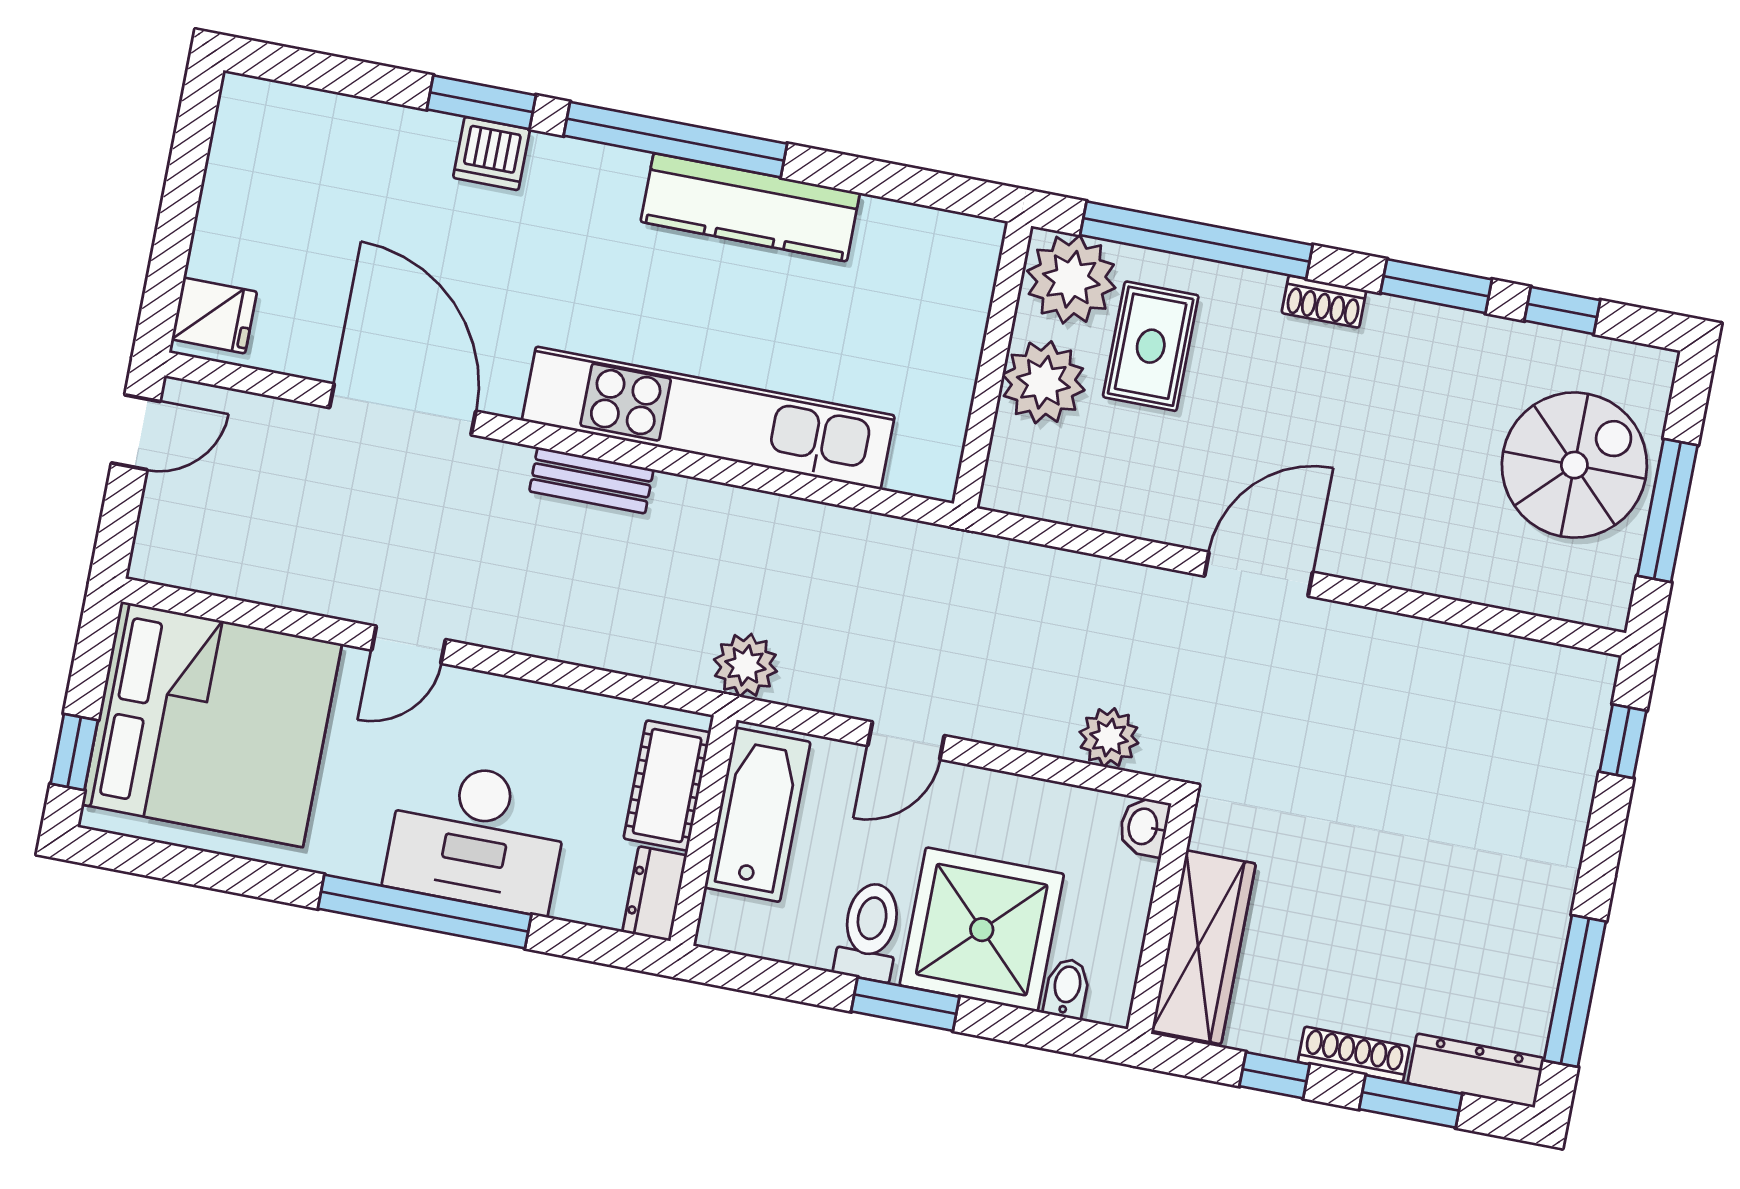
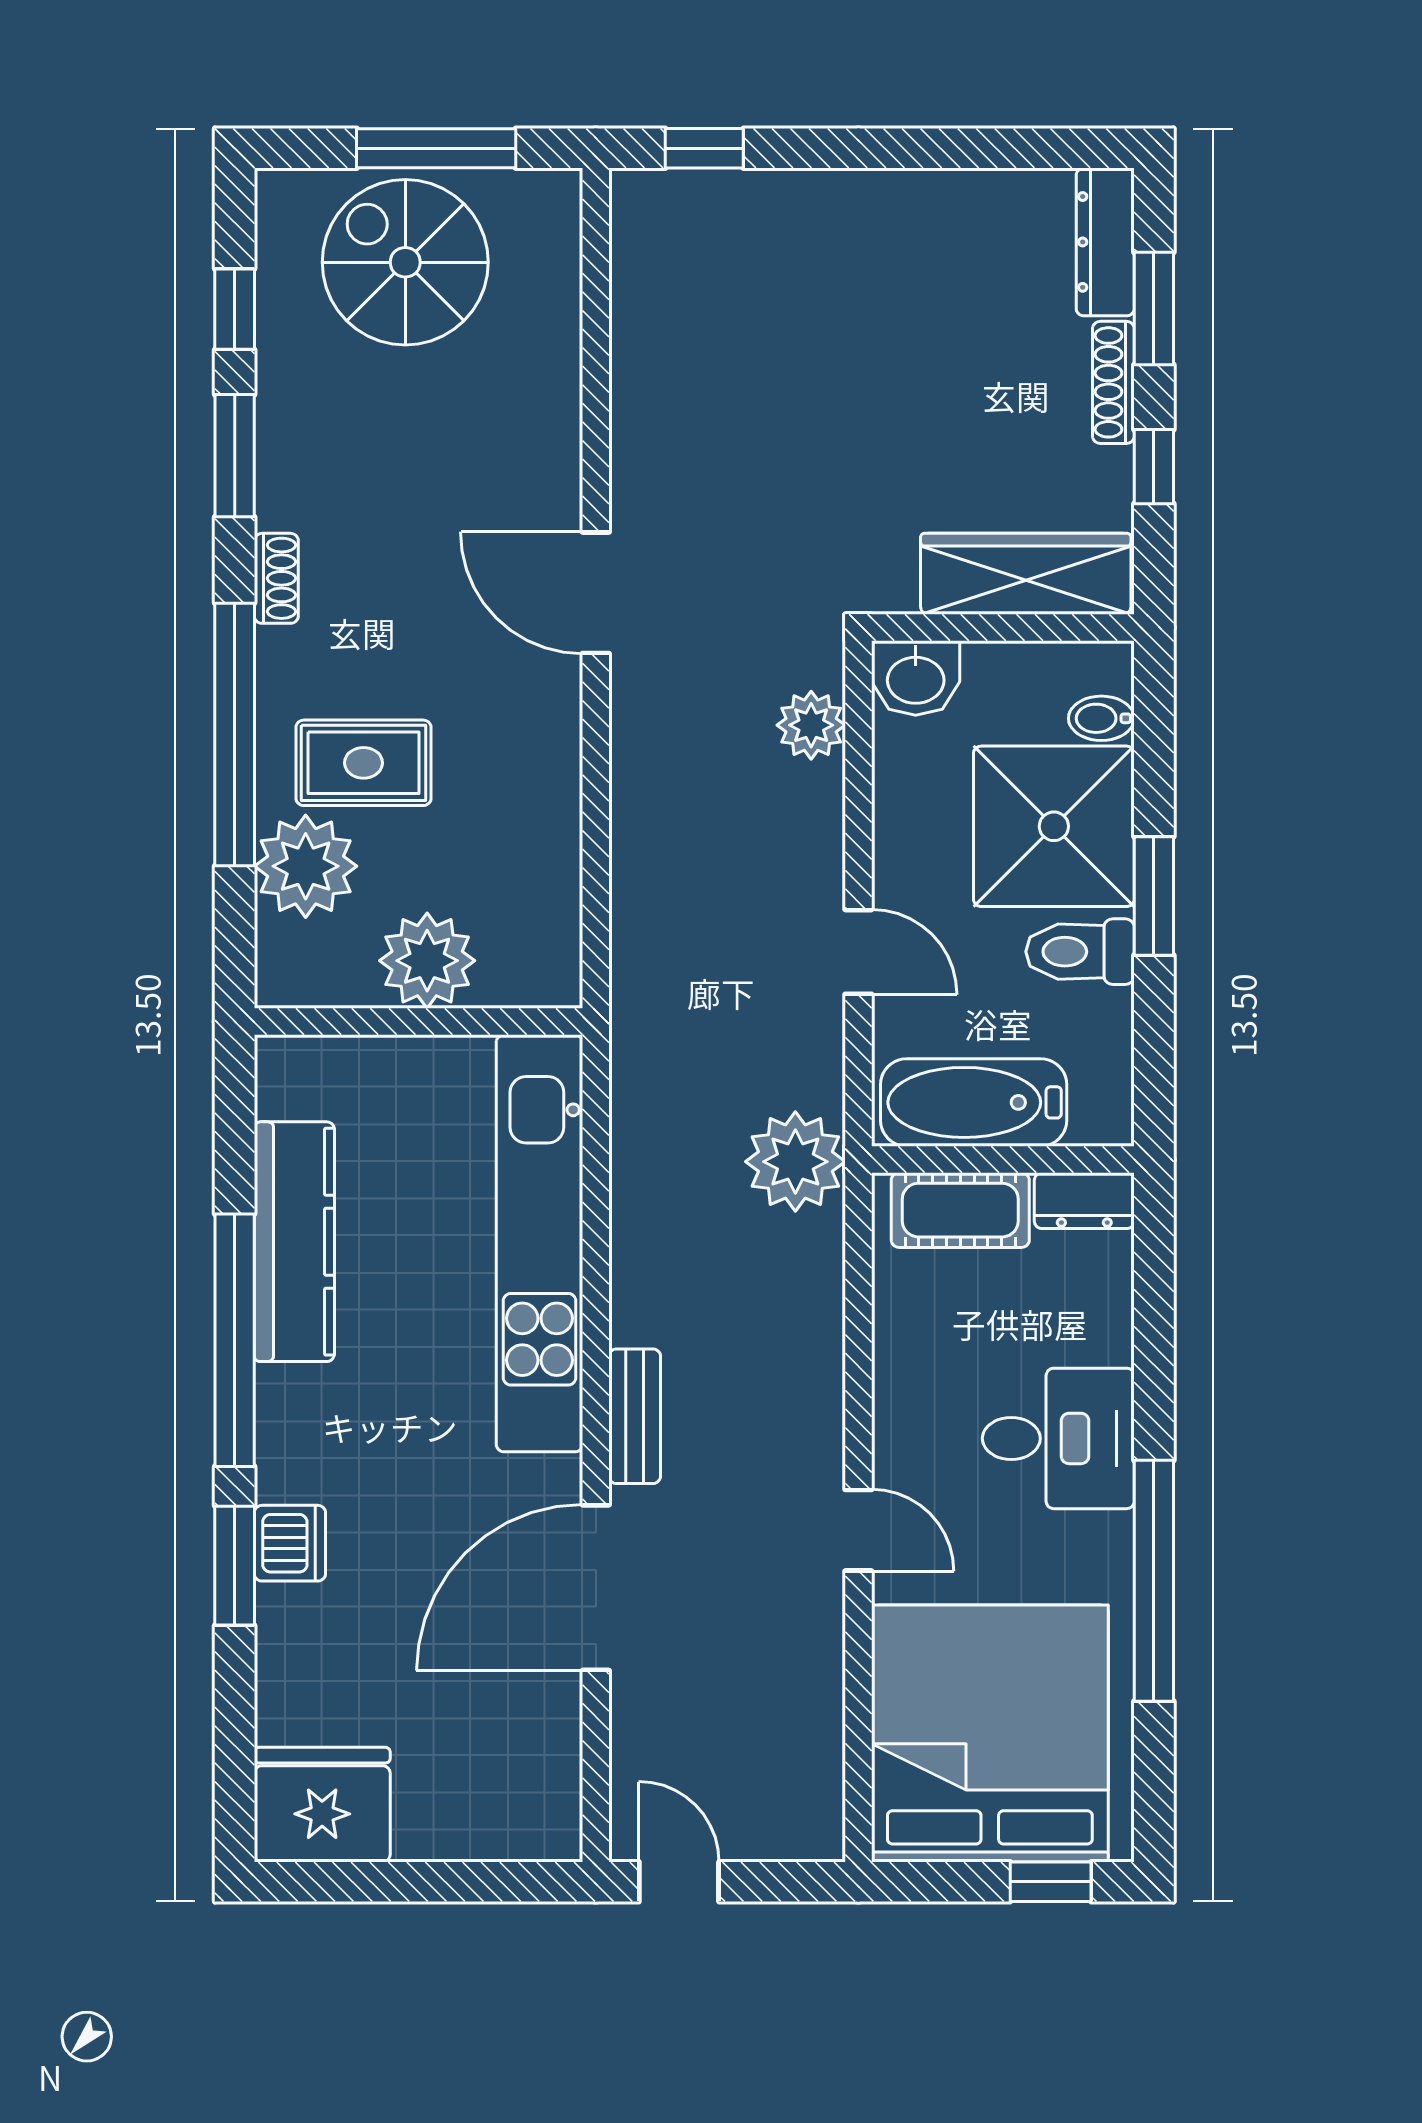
fridge: (214, 315) -> (322, 1805), moved, width x1.88, depth x1.34
wall: (992, 365) -> (418, 1022), moved
plant: (1043, 382) -> (427, 961), moved
bench: (591, 480) -> (635, 1416), moved
plant: (745, 665) -> (795, 1162), width x1.36, depth x1.36
washbasin: (1144, 827) -> (916, 678), width x1.38, depth x1.45
desk: (477, 836) -> (1058, 1438), width x0.73
window: (425, 912) -> (1154, 1581), moved
window: (1575, 991) -> (995, 148), removed

